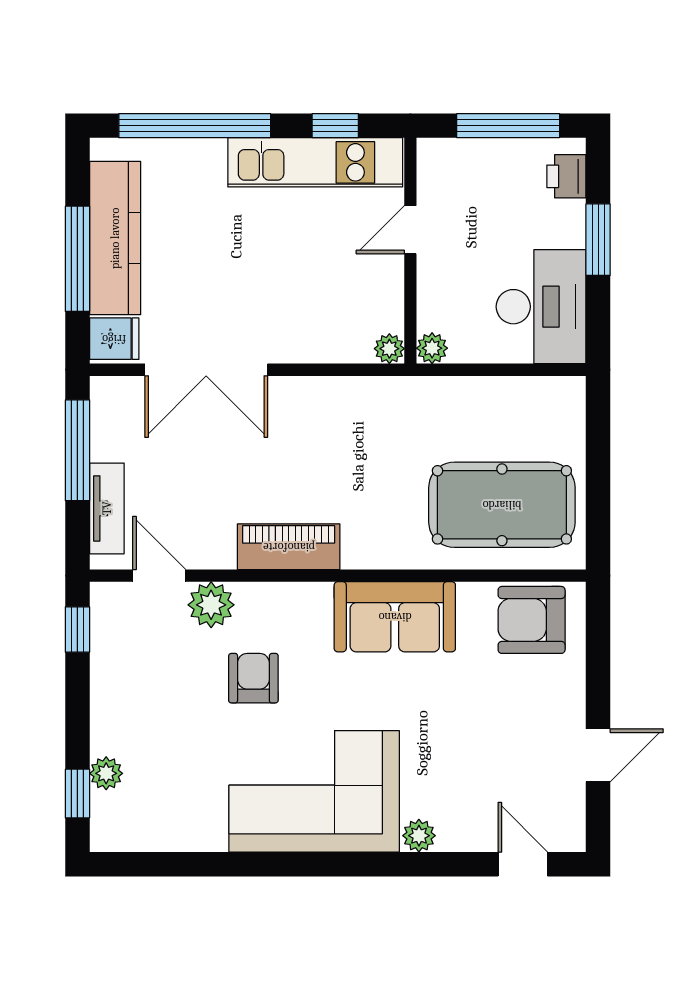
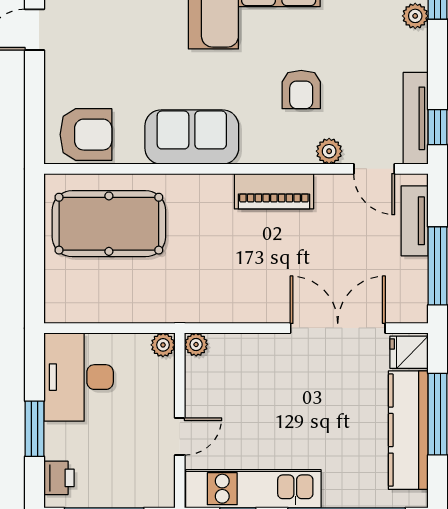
plant: (211, 605) -> (329, 151), width x0.73, depth x0.73
tv unit: (106, 641) -> (416, 118), added

